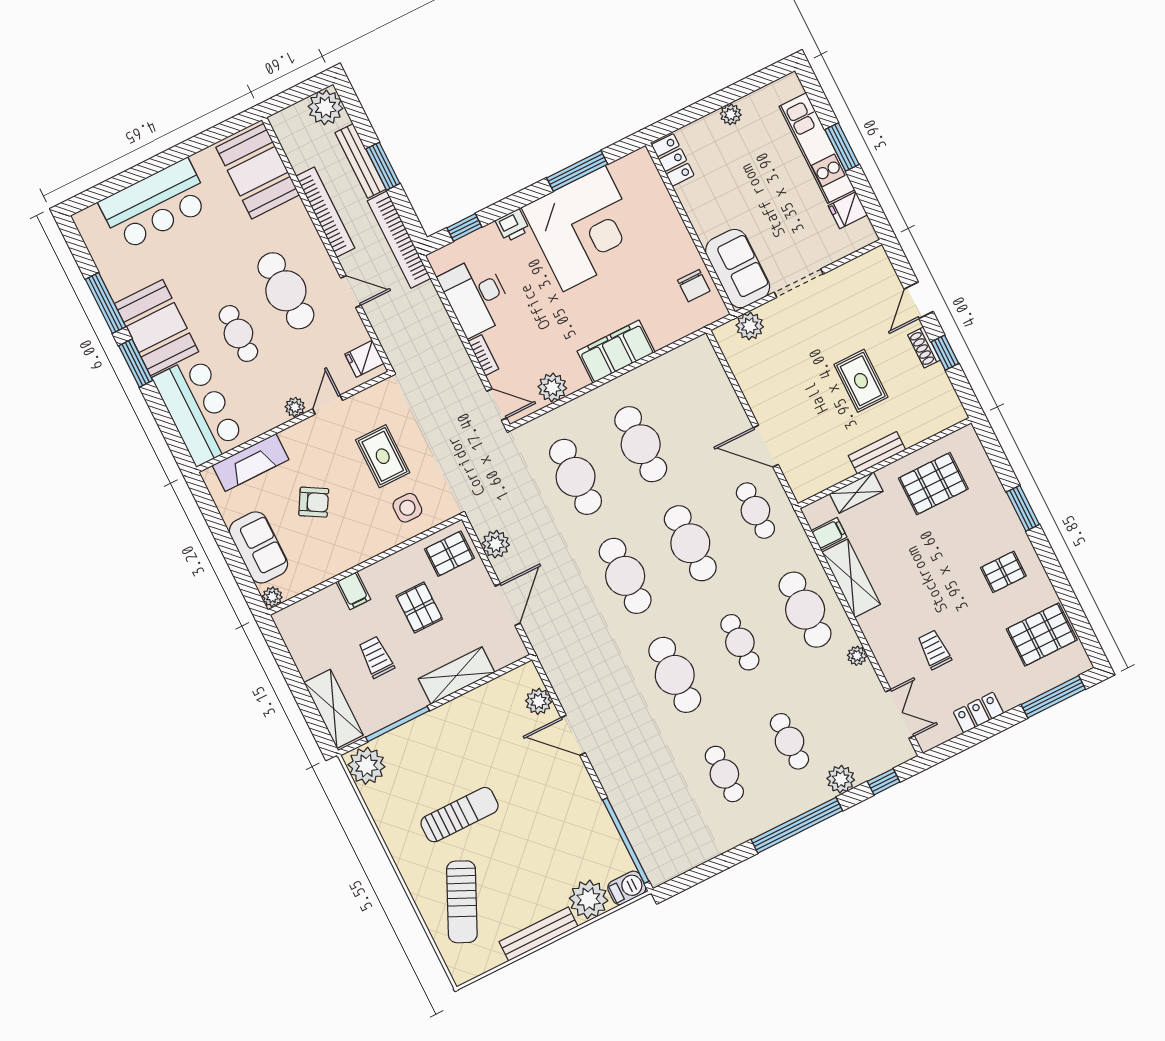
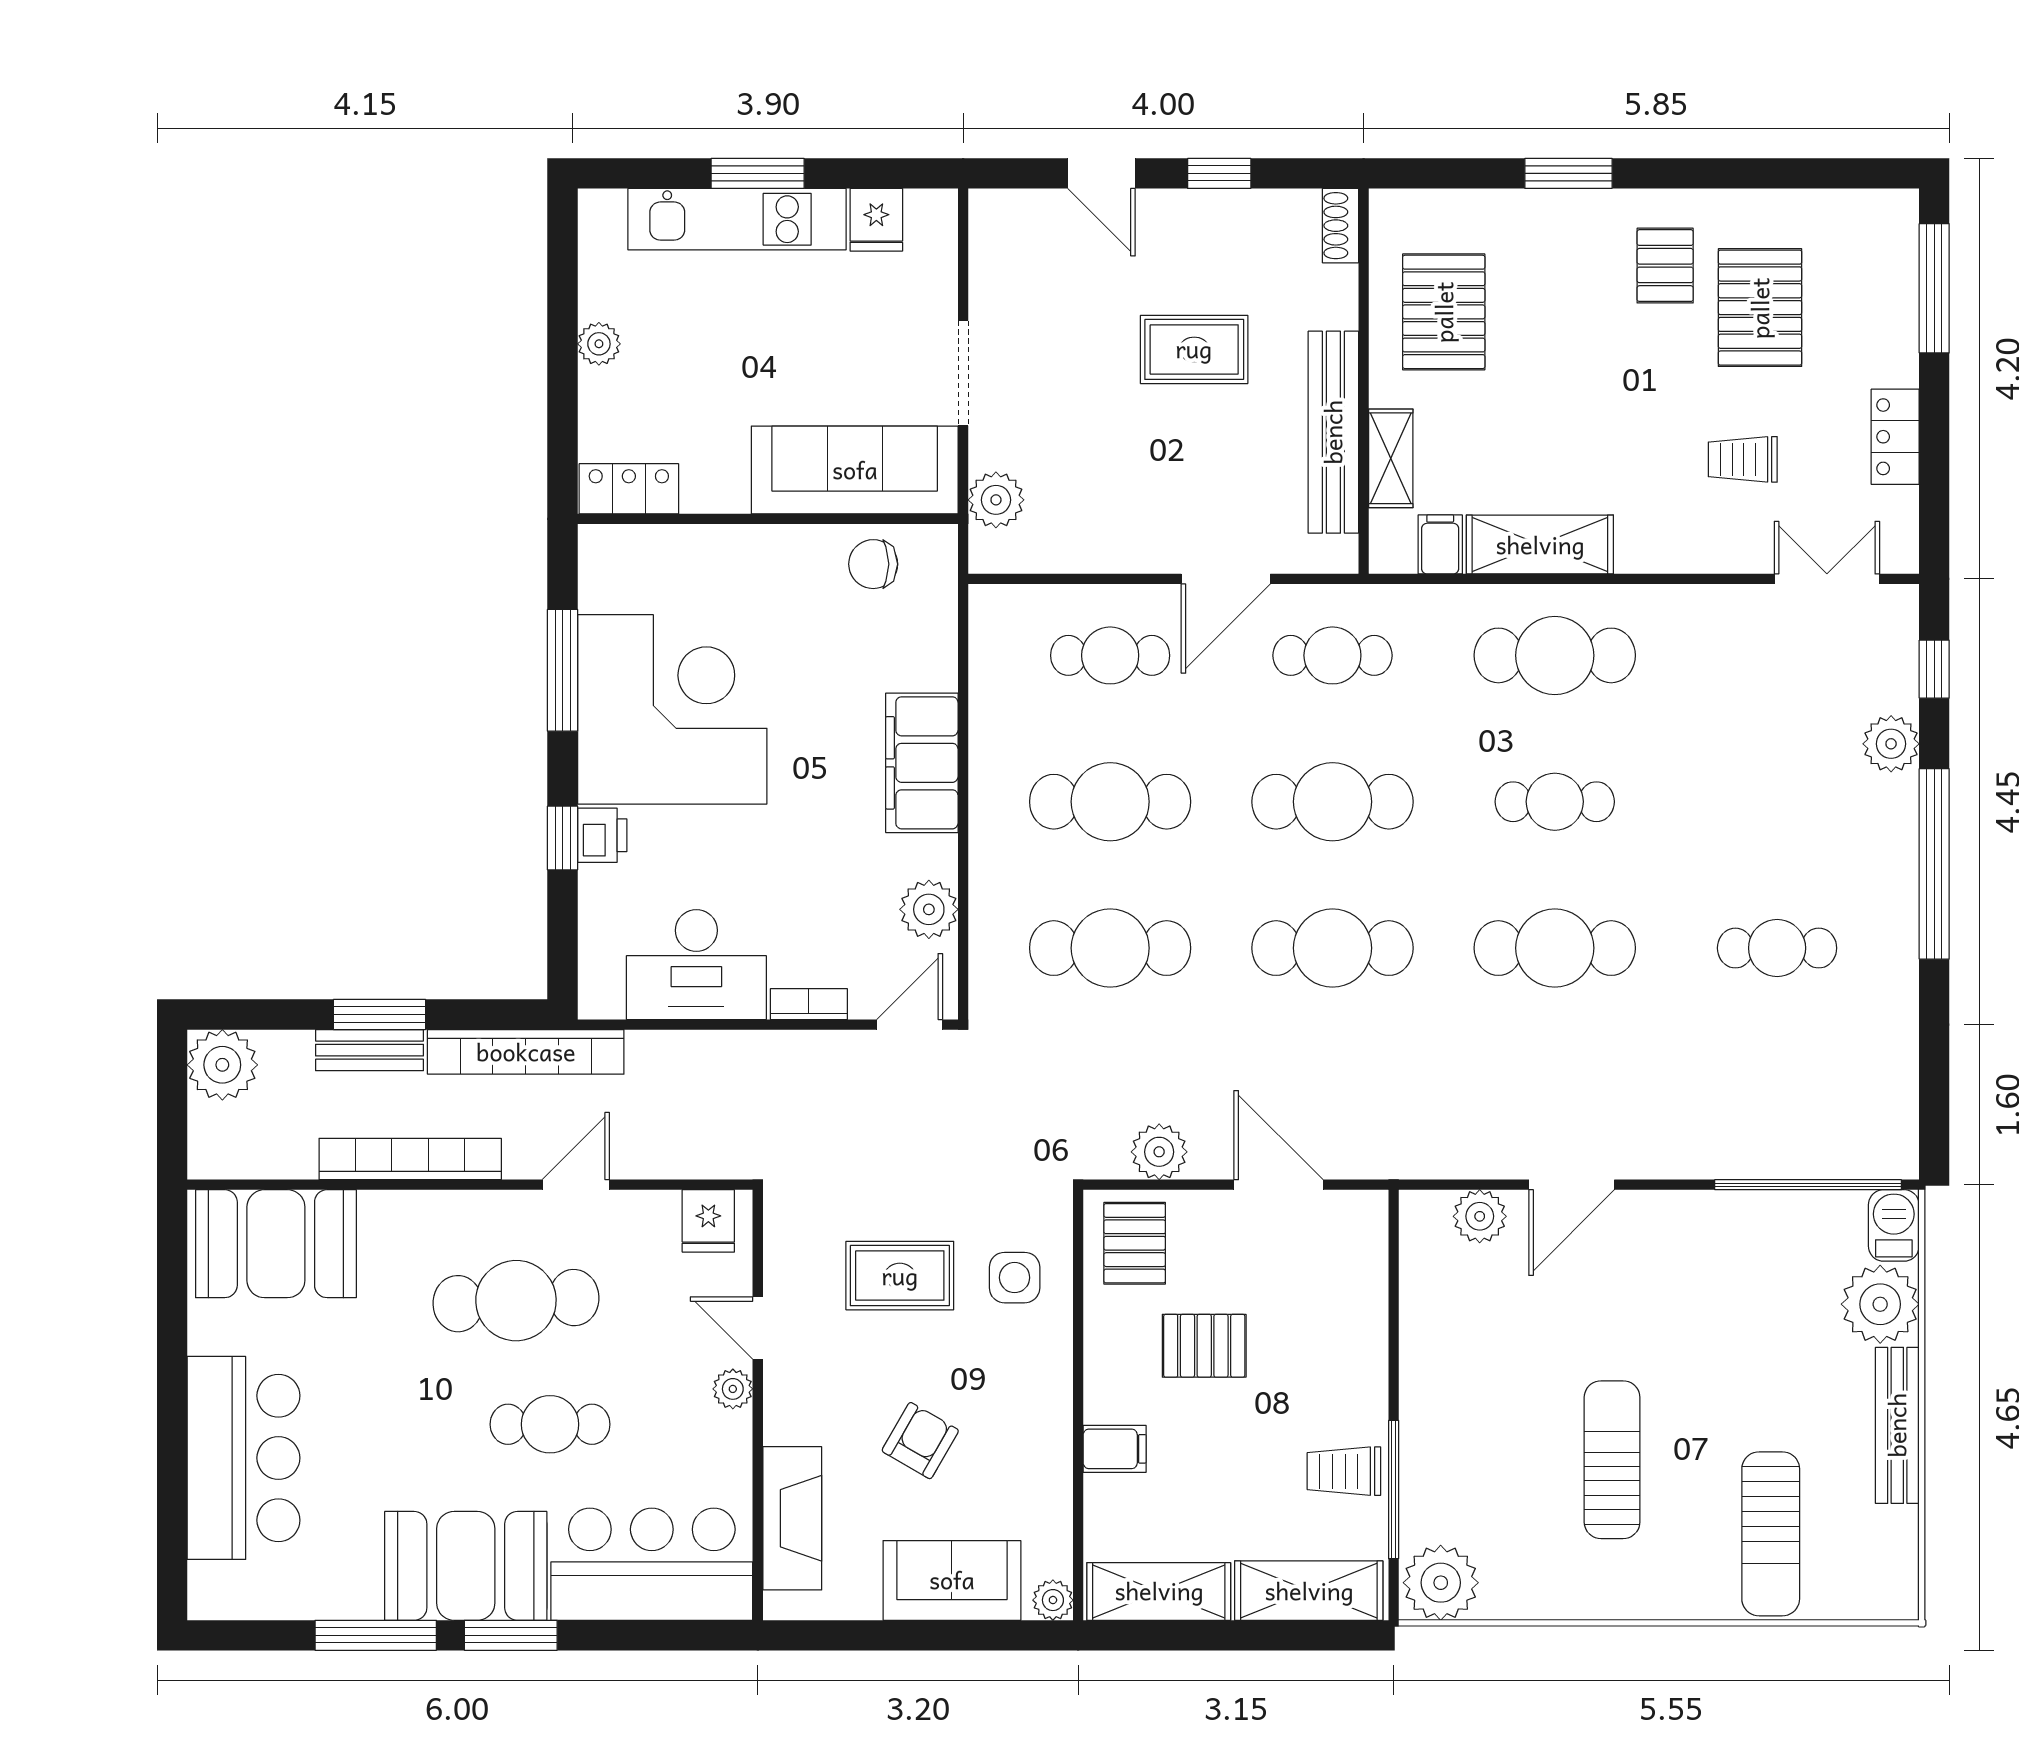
bench: (360, 161) -> (369, 1050), width x0.73
window: (464, 227) -> (563, 838), moved
sofa: (738, 269) -> (855, 470), width x1.36
chair: (694, 286) -> (873, 564), turned 180
shoe rack: (924, 348) -> (1340, 226), moved, turned 90
bench: (877, 453) -> (1333, 432), width x1.86, depth x1.21
pallet: (1042, 634) -> (1760, 308), moved
plant: (857, 656) -> (1684, 604), removed
trolley: (376, 657) -> (1344, 1471), moved
shelving: (457, 676) -> (1159, 1591), moved, turned 90
cafe table: (789, 741) -> (1110, 655), moved
sun lounger: (462, 902) -> (1771, 1534), turned 65

